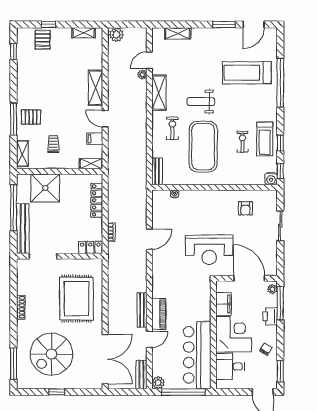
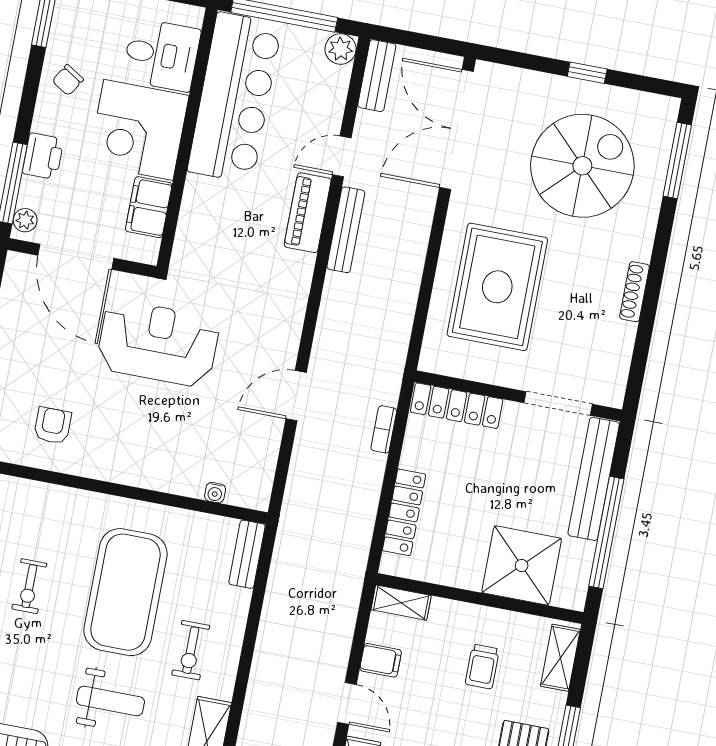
locker: (90, 247) -> (457, 406), width x1.53

